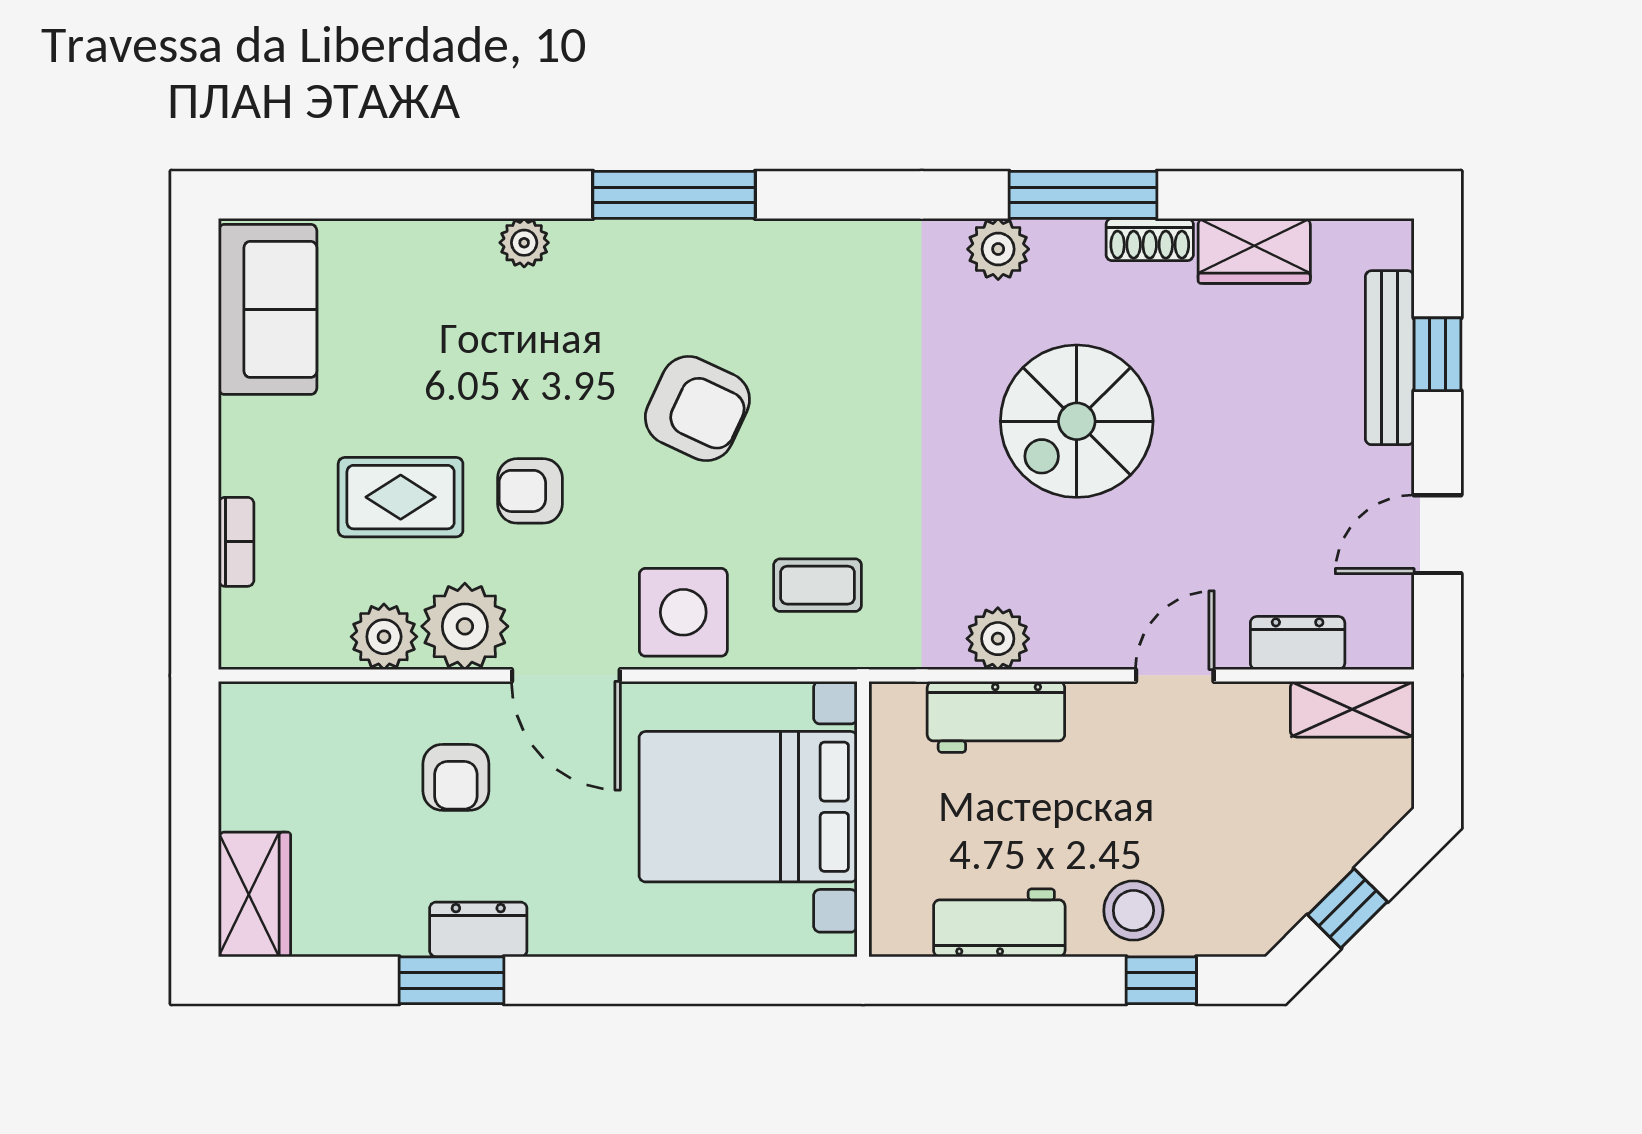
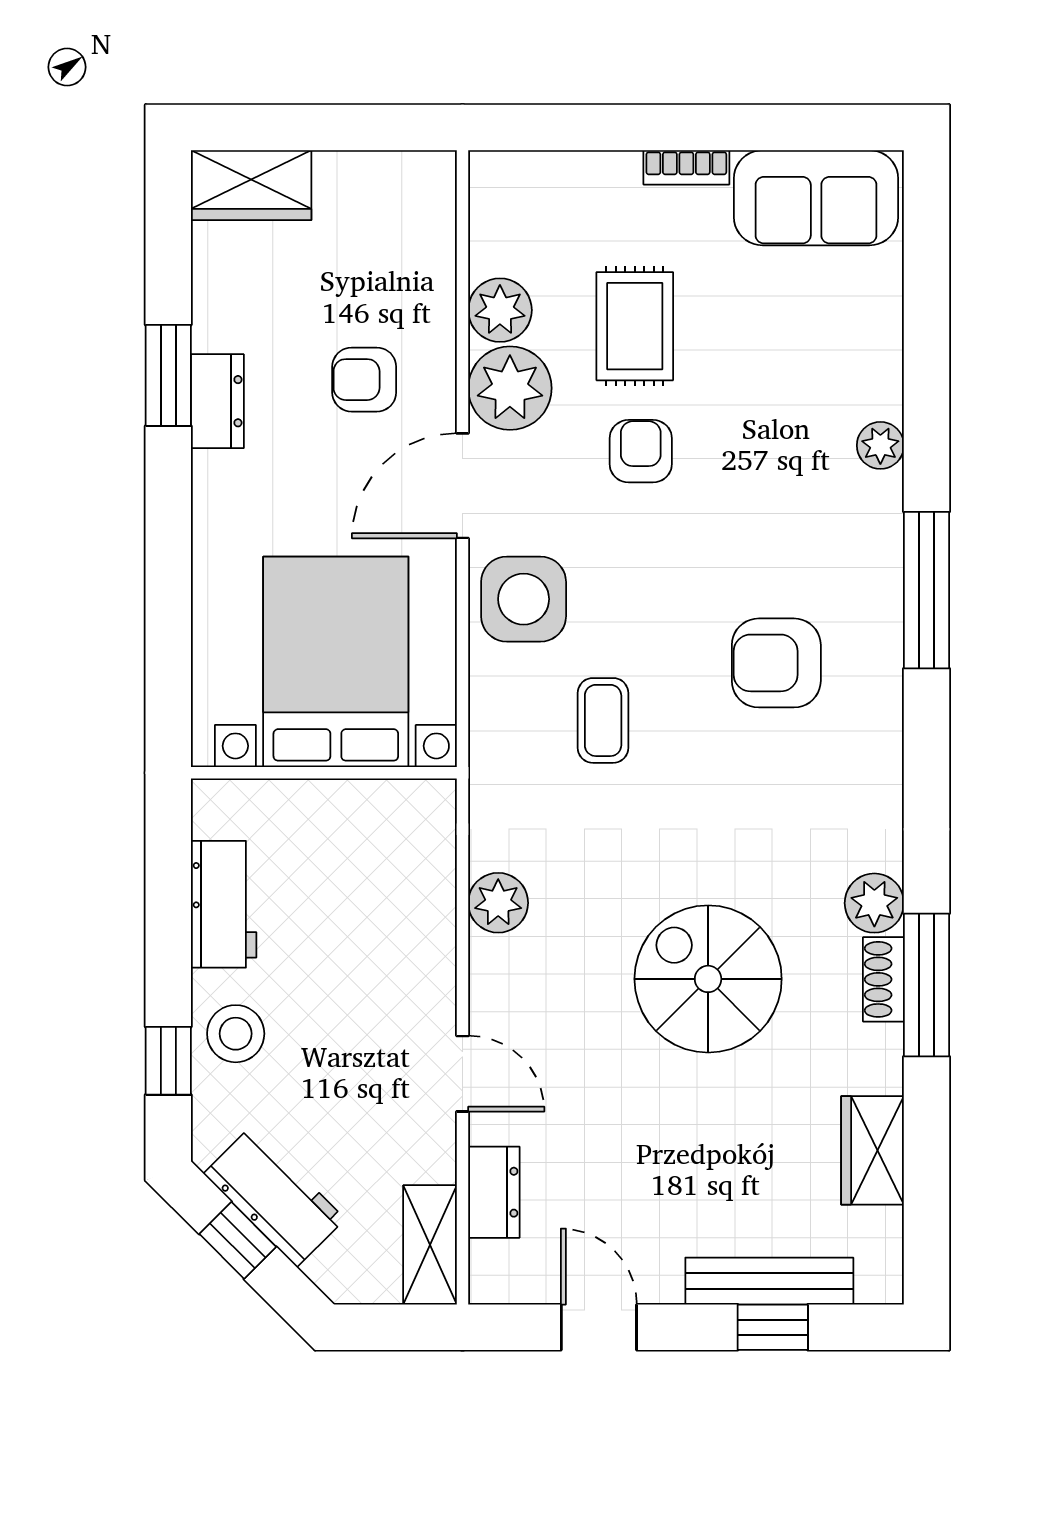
shoe rack: (1150, 240) -> (883, 979), moved
armchair: (697, 409) -> (776, 663), moved, turned 65
bookcase: (236, 542) -> (686, 167), moved
coffee table: (818, 585) -> (603, 720), moved
workbench: (996, 717) -> (274, 1196), moved, turned 135

